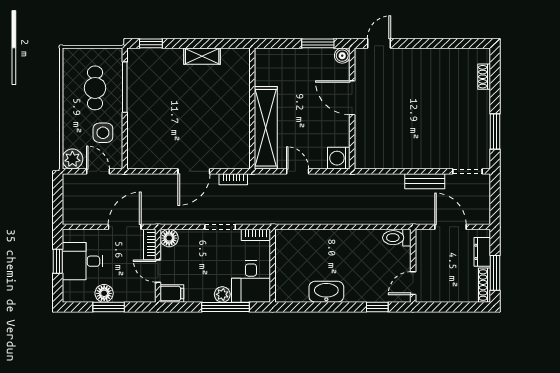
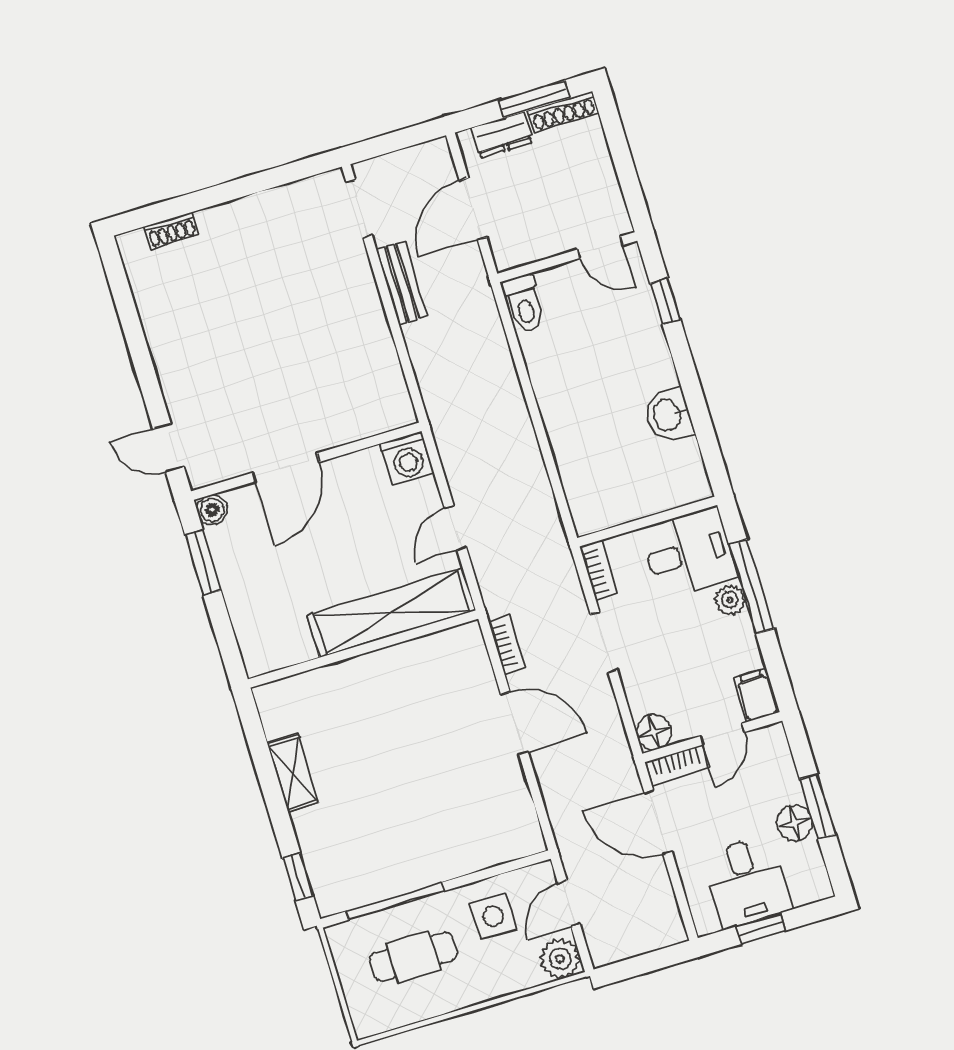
window: (495, 132) -> (268, 179), removed
washbasin: (326, 292) -> (668, 415), width x0.72

